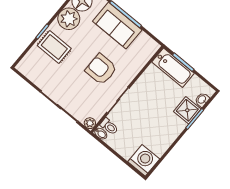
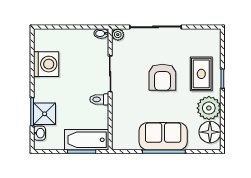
rug: (54, 47) -> (201, 74), turned 90
armchair: (101, 69) -> (162, 77), moved, turned 90
toilet: (109, 126) -> (99, 99), moved
washing machine: (144, 160) -> (46, 64), moved, turned -90

